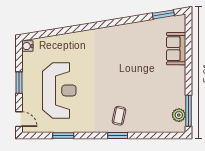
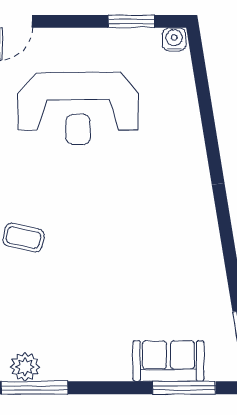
window: (188, 41) -> (184, 388), added
window: (19, 83) -> (131, 21), moved

